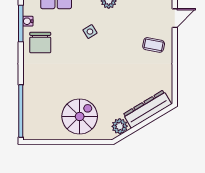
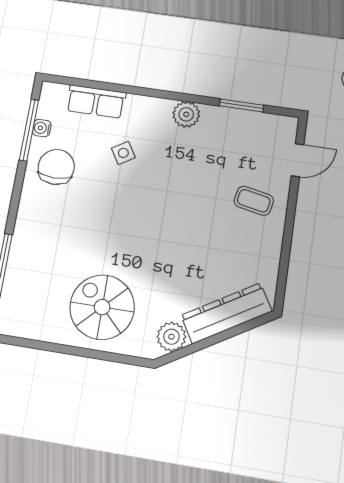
side table: (90, 32) -> (123, 153), moved
chair: (40, 42) -> (56, 167), turned 180
spiral stairs: (80, 116) -> (102, 307), turned -90

